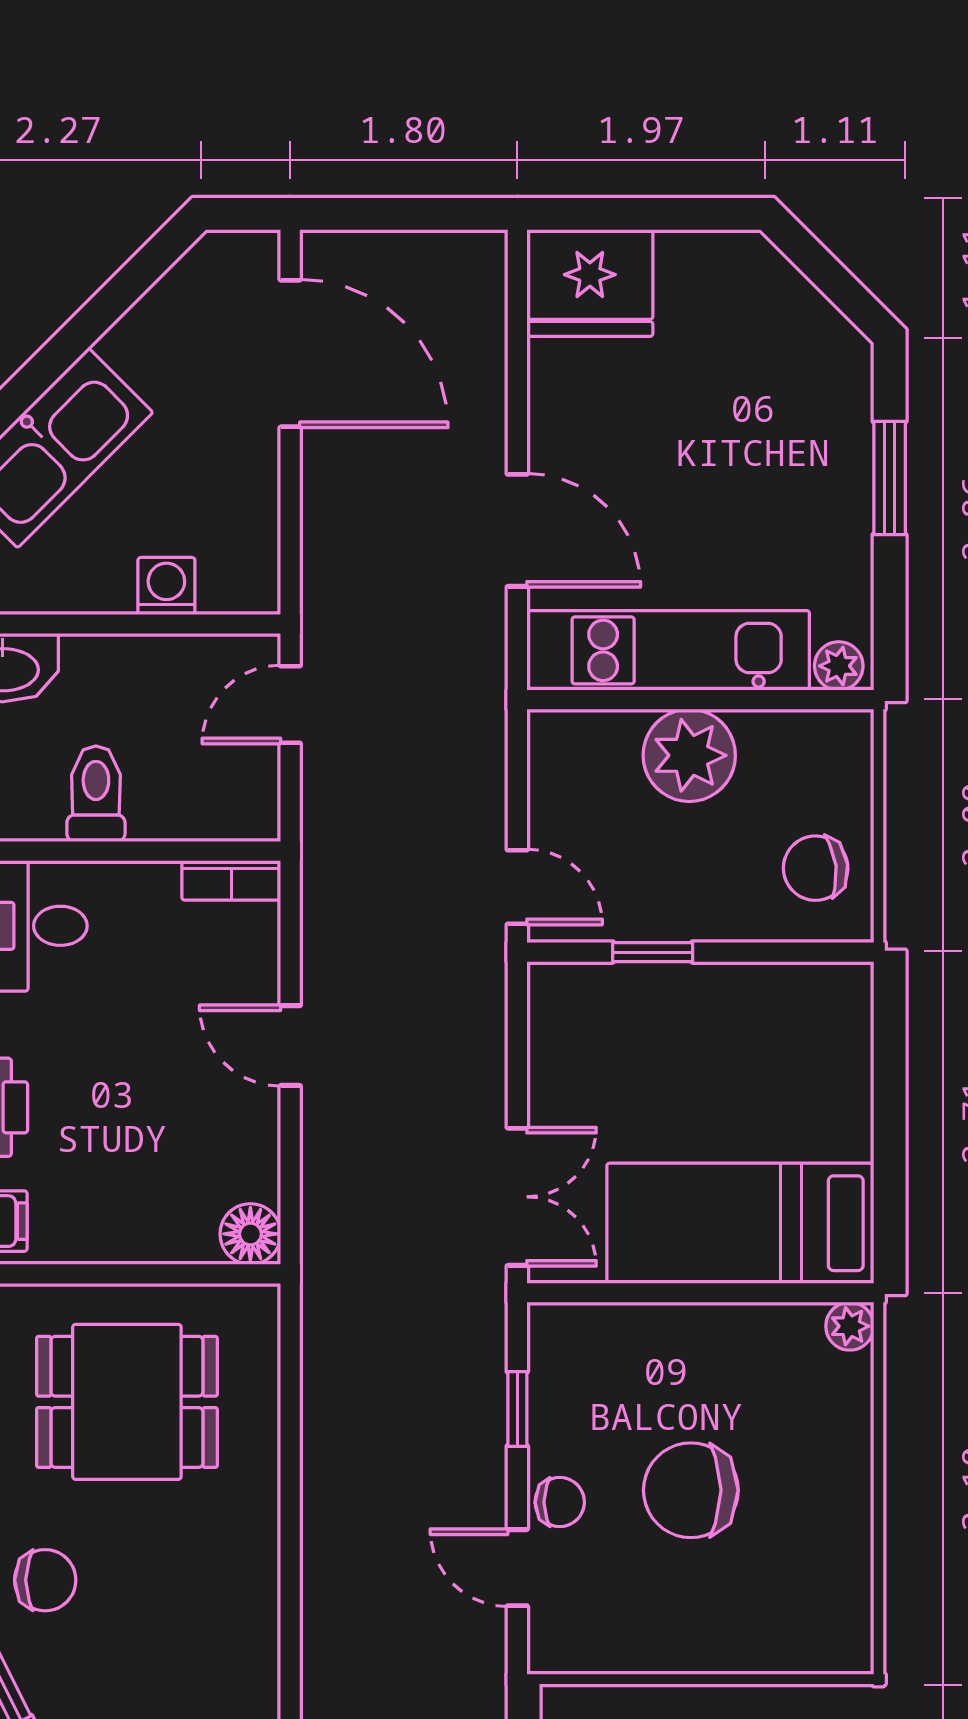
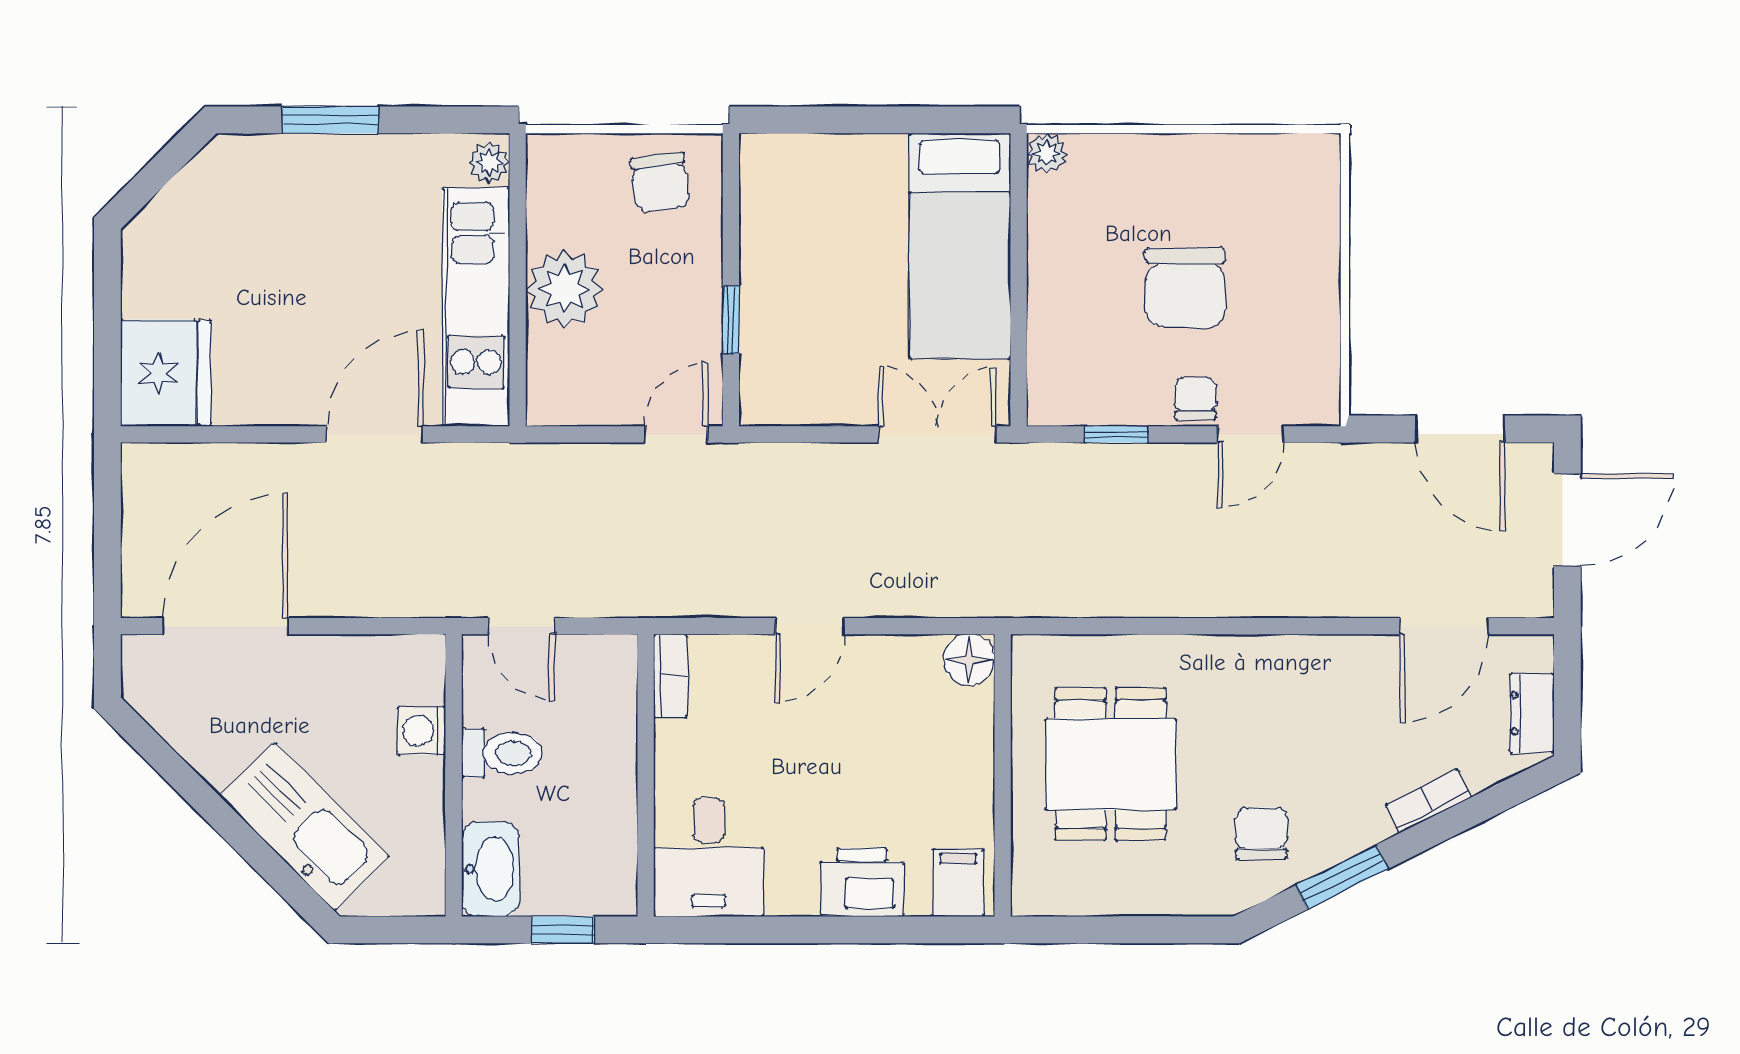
toilet: (96, 794) -> (502, 753), moved, turned 180

